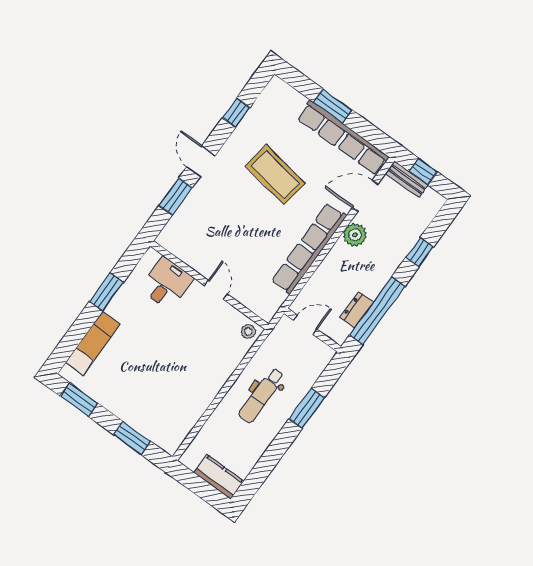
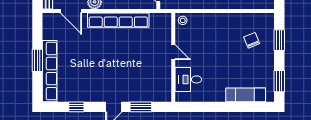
row of seats: (343, 138) -> (50, 71), moved
coffee table: (275, 175) -> (93, 64), removed
door: (216, 290) -> (173, 52), swing flipped
window: (106, 292) -> (215, 107), removed
chair: (158, 402) -> (252, 40), added

